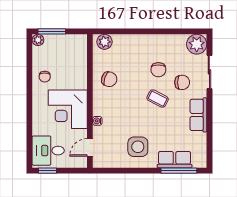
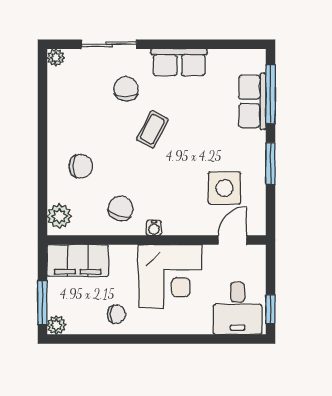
plant: (197, 44) -> (56, 58), width x0.53, depth x0.53
filing cabinet: (77, 53) -> (78, 261), added
chair: (158, 70) -> (81, 166), moved
water cooler: (97, 121) -> (154, 228), moved
door: (90, 147) -> (232, 240), swing flipped
side table: (138, 147) -> (225, 188), moved
window: (137, 171) -> (270, 163), added

